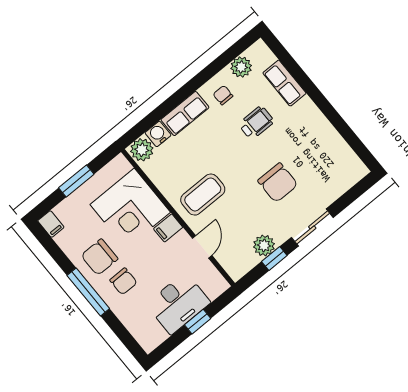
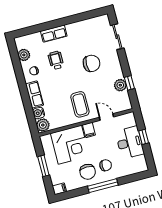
row of seats: (284, 83) -> (54, 34), moved
sliding door: (312, 227) -> (117, 37), moved

